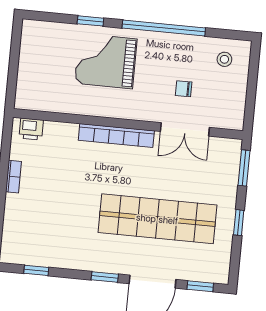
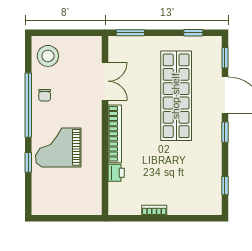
stool: (224, 59) -> (48, 56), width x1.89, depth x1.89
grand piano: (106, 61) -> (58, 147), turned 90
chair: (184, 89) -> (45, 95), moved
printer: (31, 129) -> (116, 173), moved
window: (239, 223) -> (193, 33), moved

